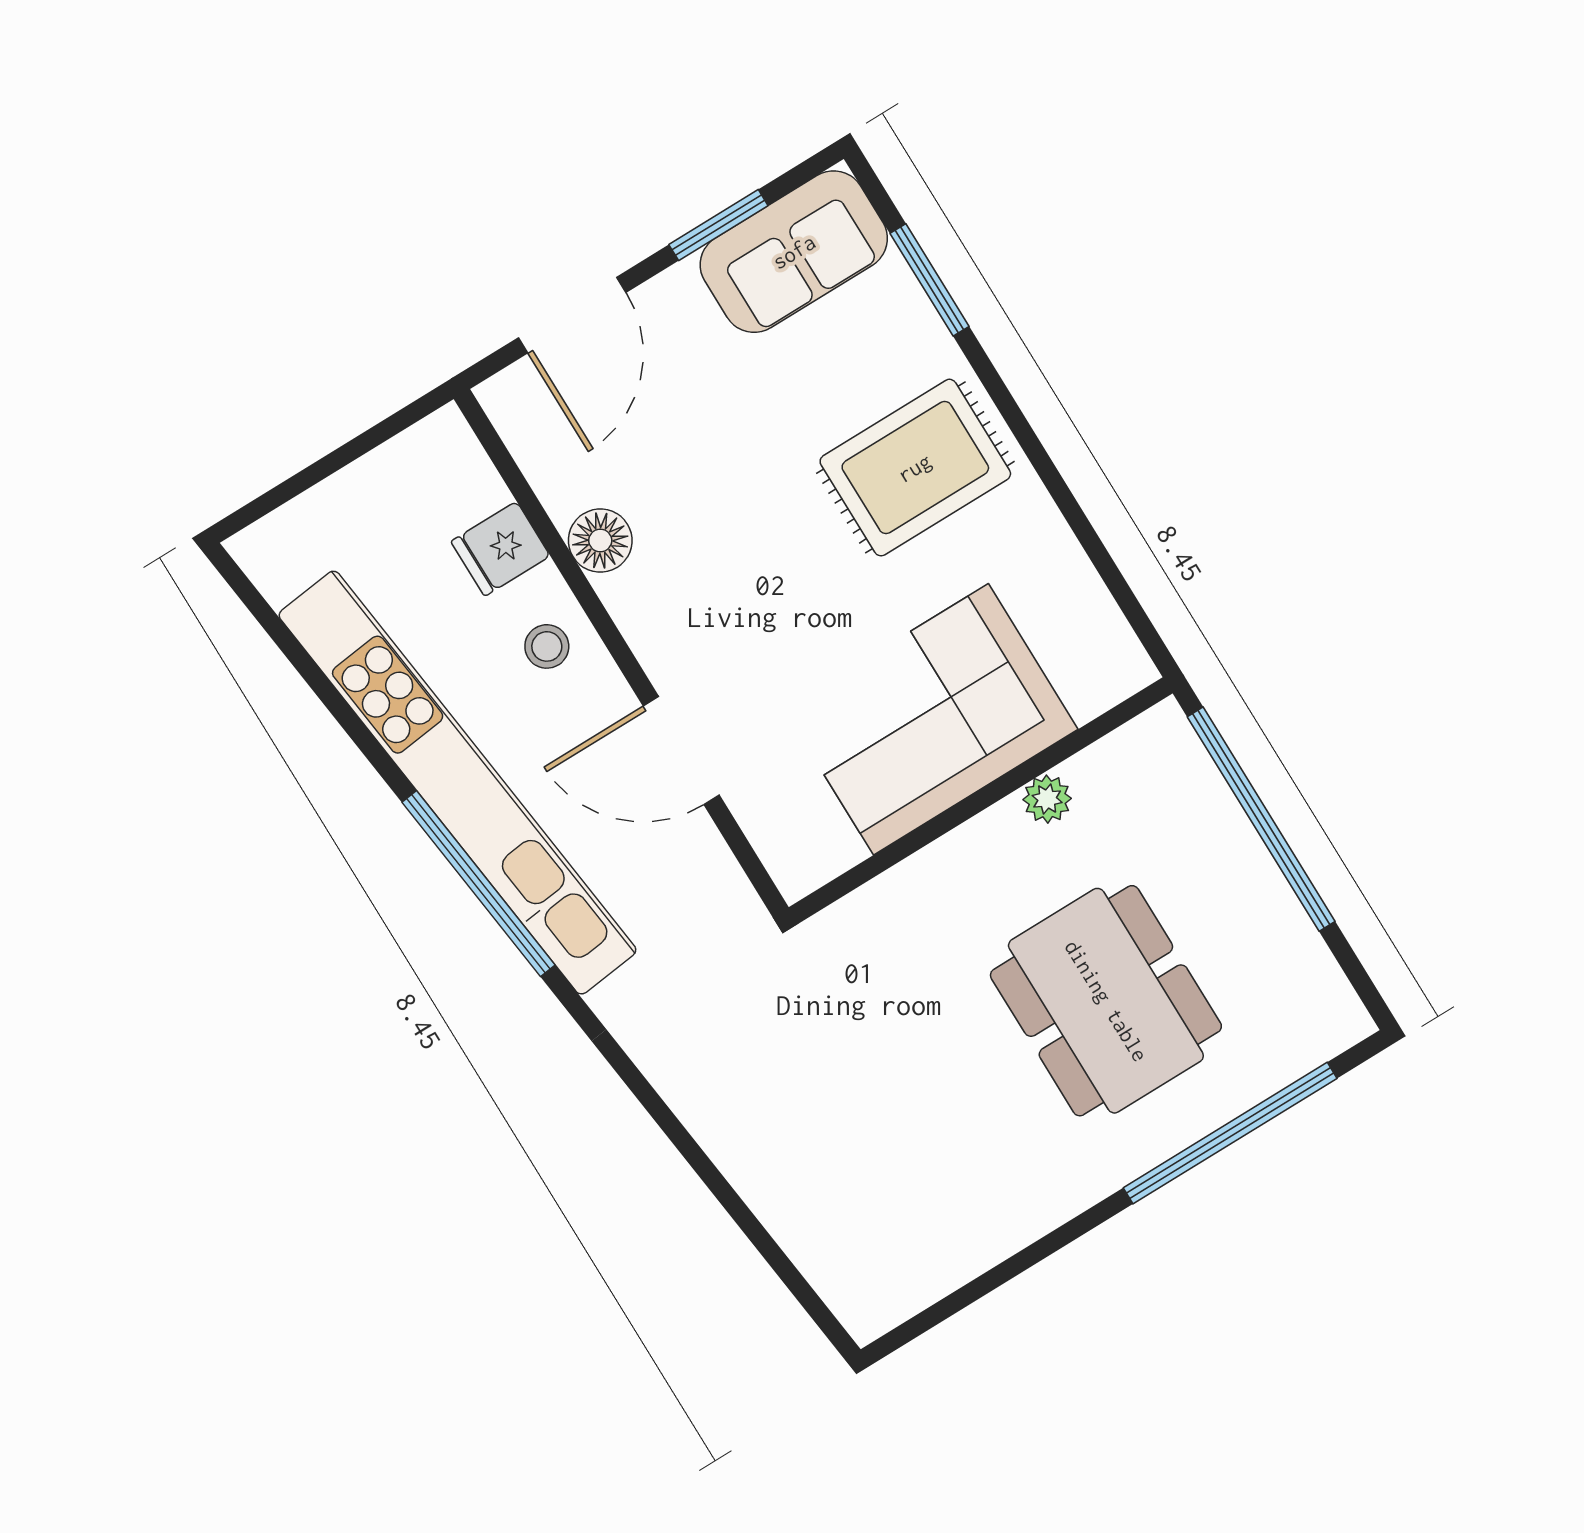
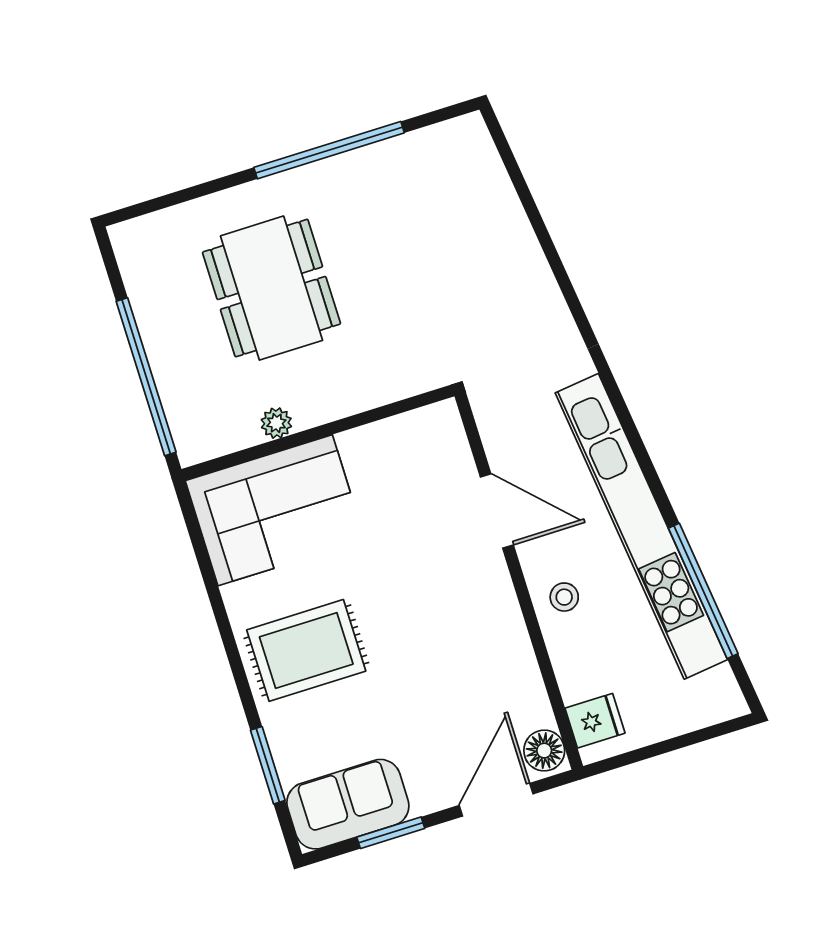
floor lamp: (600, 541) -> (544, 751), moved
fridge: (501, 549) -> (595, 721), moved
corner sofa: (931, 719) -> (275, 510), moved
window: (478, 884) -> (703, 591), moved
window: (1230, 1133) -> (329, 150), moved

